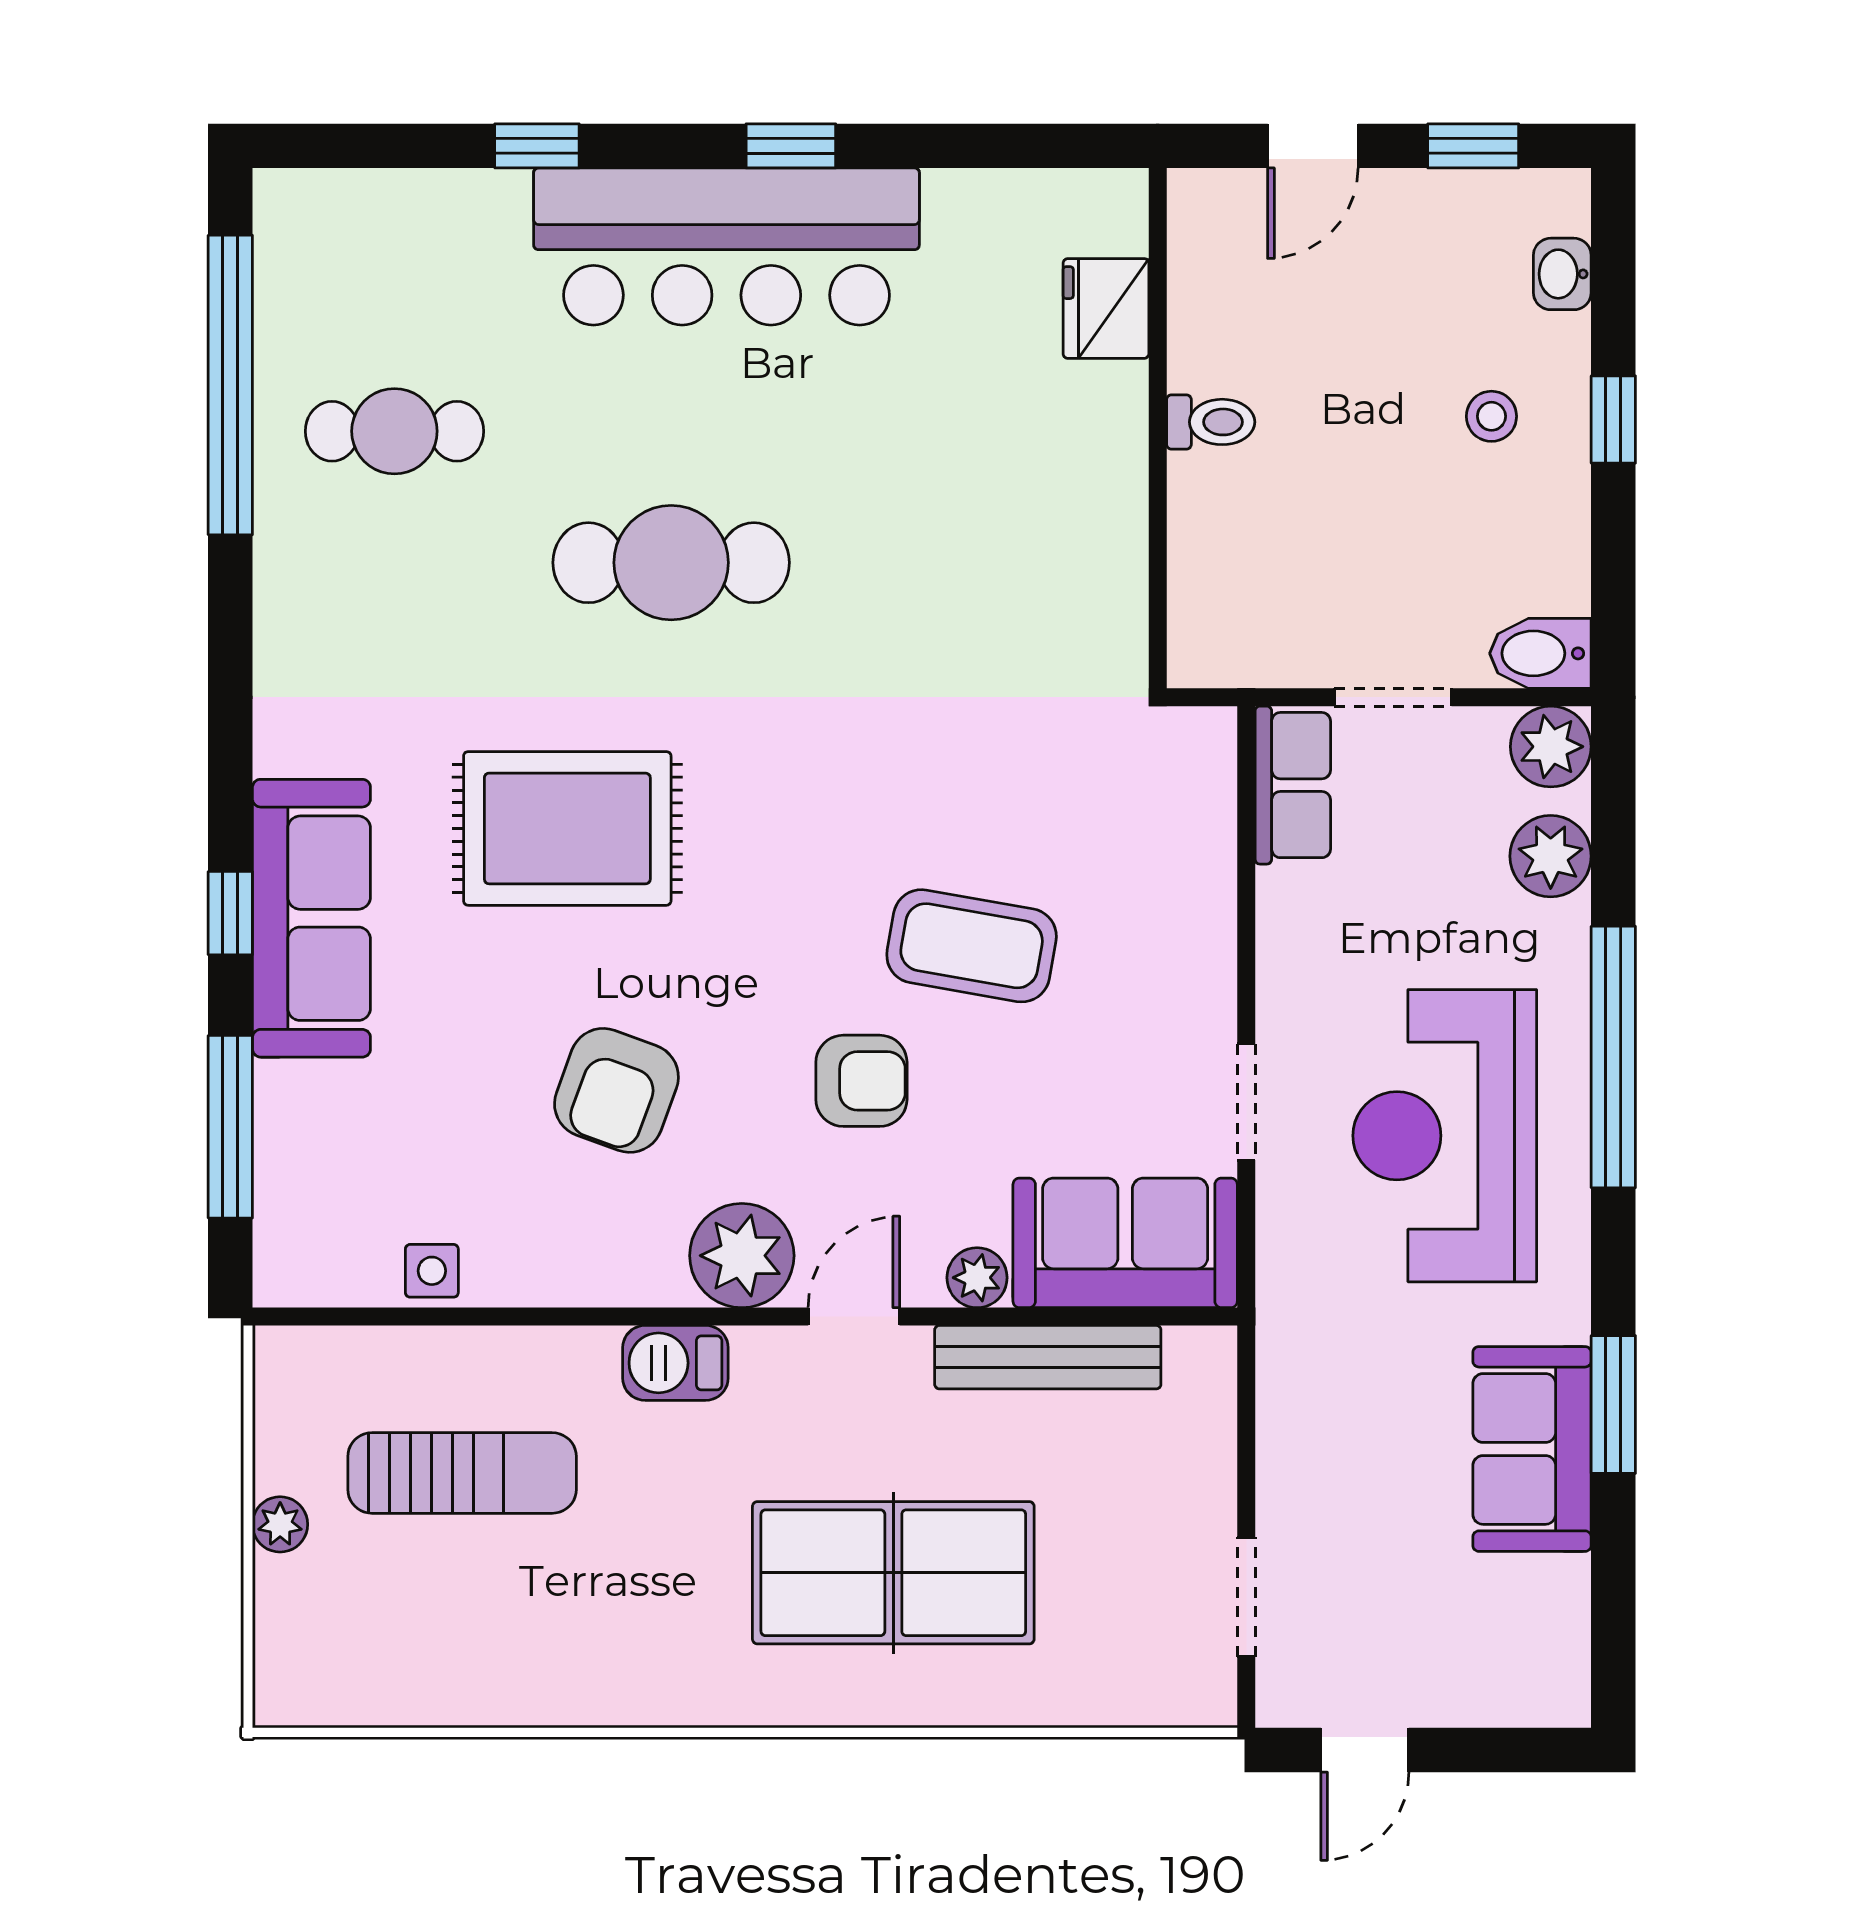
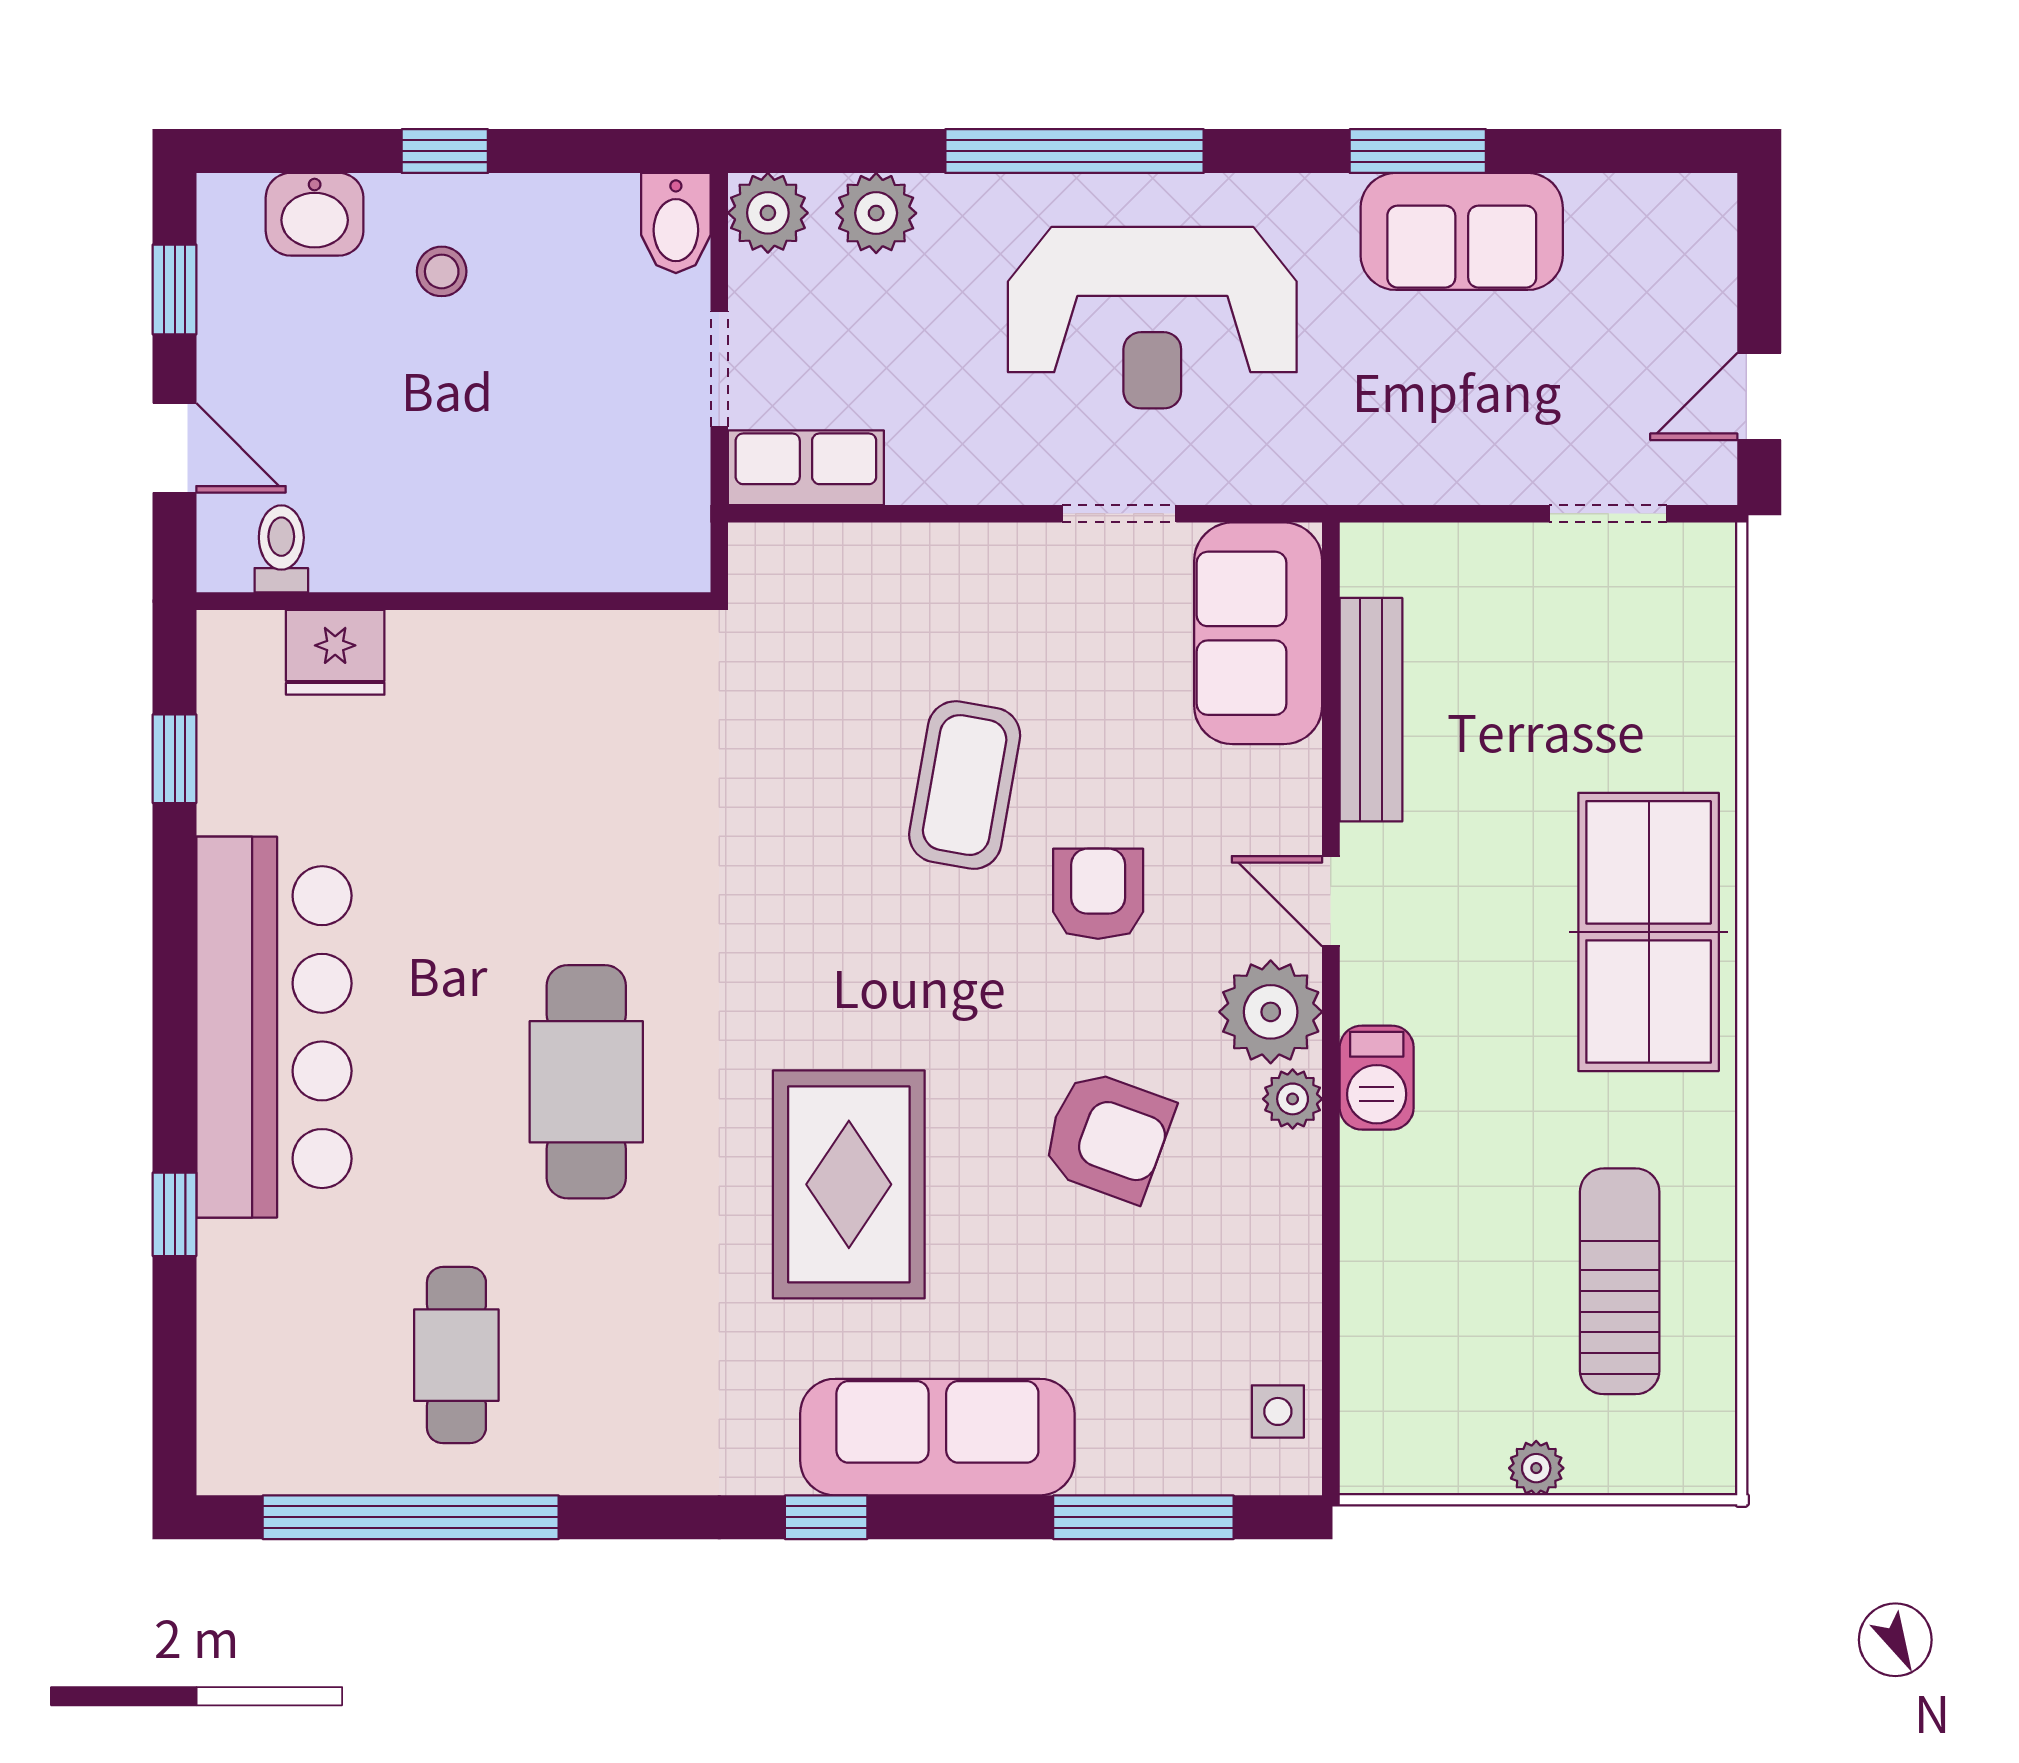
window: (791, 146) -> (175, 759), moved
washbasin: (1562, 274) -> (315, 214), width x1.38, depth x1.45
toilet: (1211, 422) -> (281, 549), moved
window: (230, 913) -> (826, 1517), moved
side table: (432, 1271) -> (1278, 1411), moved
plant: (977, 1278) -> (1293, 1099), moved
sun lounger: (462, 1473) -> (1620, 1281), moved
table tennis table: (893, 1573) -> (1649, 932), moved
door: (1365, 1750) -> (1759, 396), swing flipped

